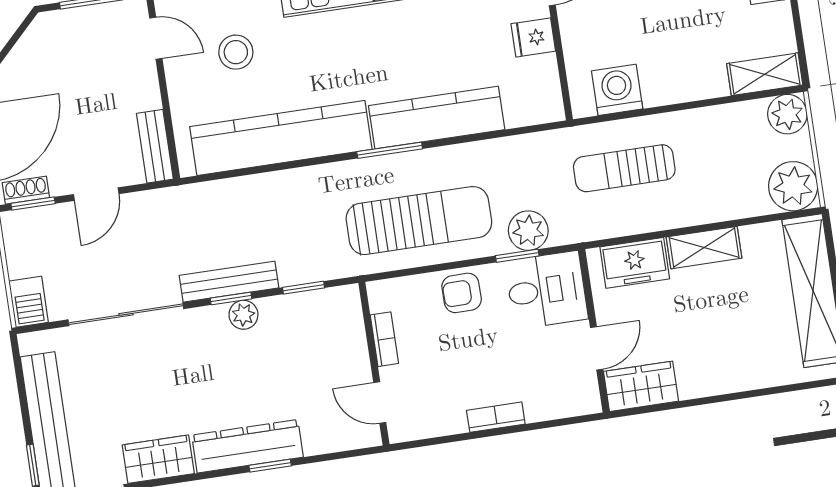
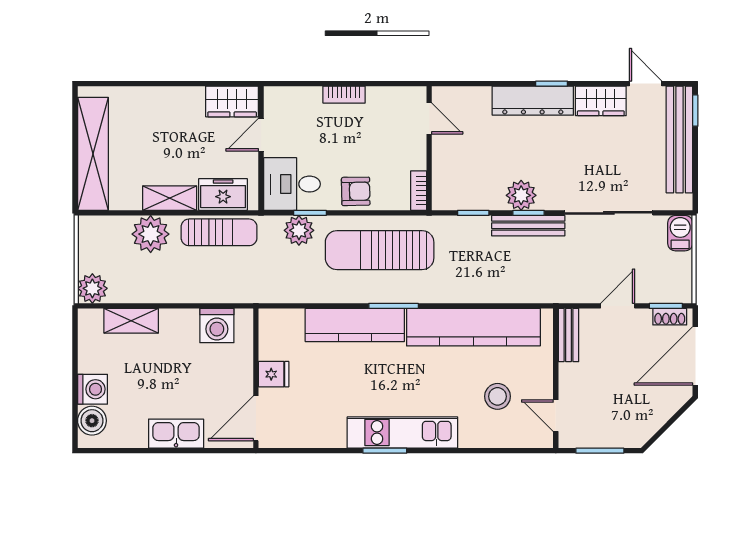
shelving: (765, 74) -> (131, 321), moved
sun lounger: (624, 168) -> (219, 232), moved
plant: (793, 186) -> (151, 234), moved
plant: (243, 315) -> (521, 195), width x1.38, depth x1.38
bookcase: (384, 339) -> (419, 191), moved
window: (270, 466) -> (552, 84), moved

